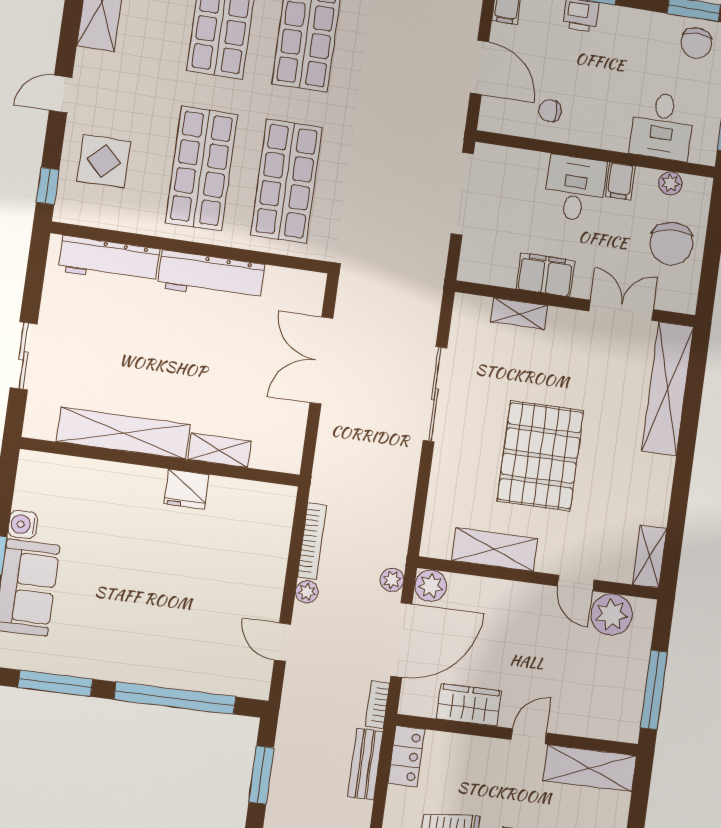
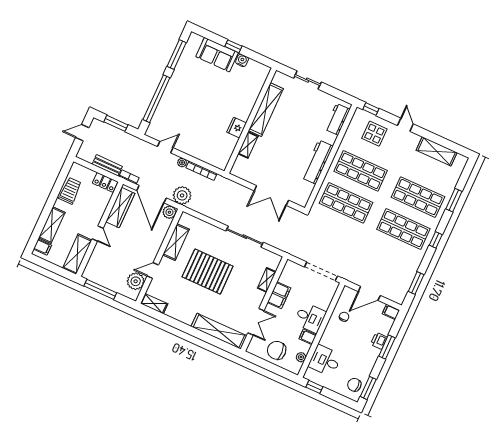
workbench: (109, 260) -> (337, 119), width x0.73
double door: (321, 361) -> (271, 195), swing flipped
plant: (392, 580) -> (182, 195), width x1.88, depth x1.88
wardrobe: (469, 705) -> (120, 208), width x1.50

